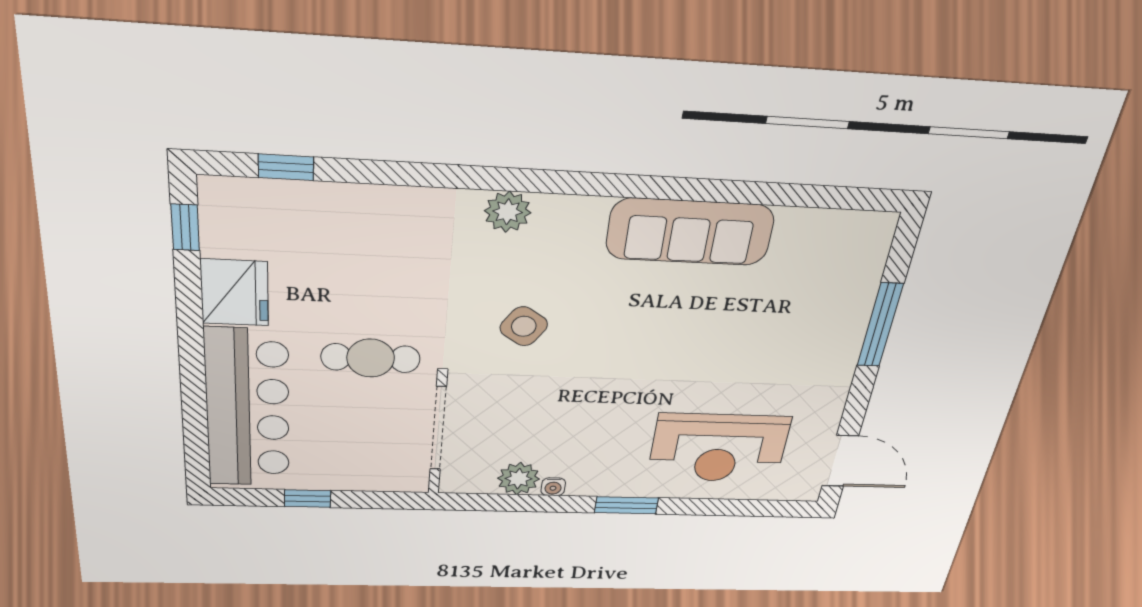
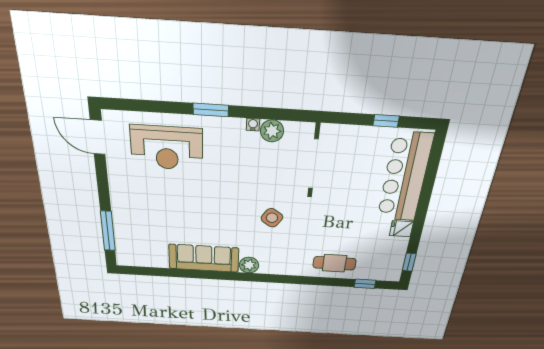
plant: (508, 212) -> (249, 265), moved
fridge: (235, 293) -> (401, 229), width x0.53, depth x0.75
window: (880, 325) -> (108, 231), moved
cafe table: (371, 358) -> (334, 263), moved
reception desk: (719, 448) -> (167, 148), turned 180

